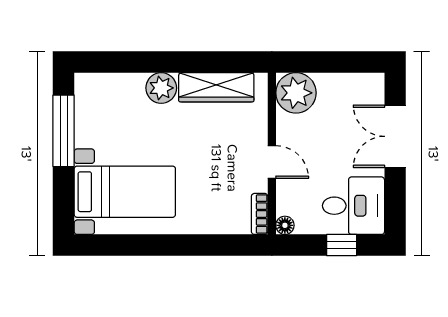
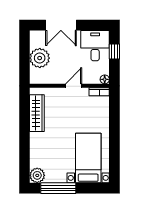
plant: (161, 88) -> (37, 175), moved
plant: (296, 93) -> (40, 58), moved

